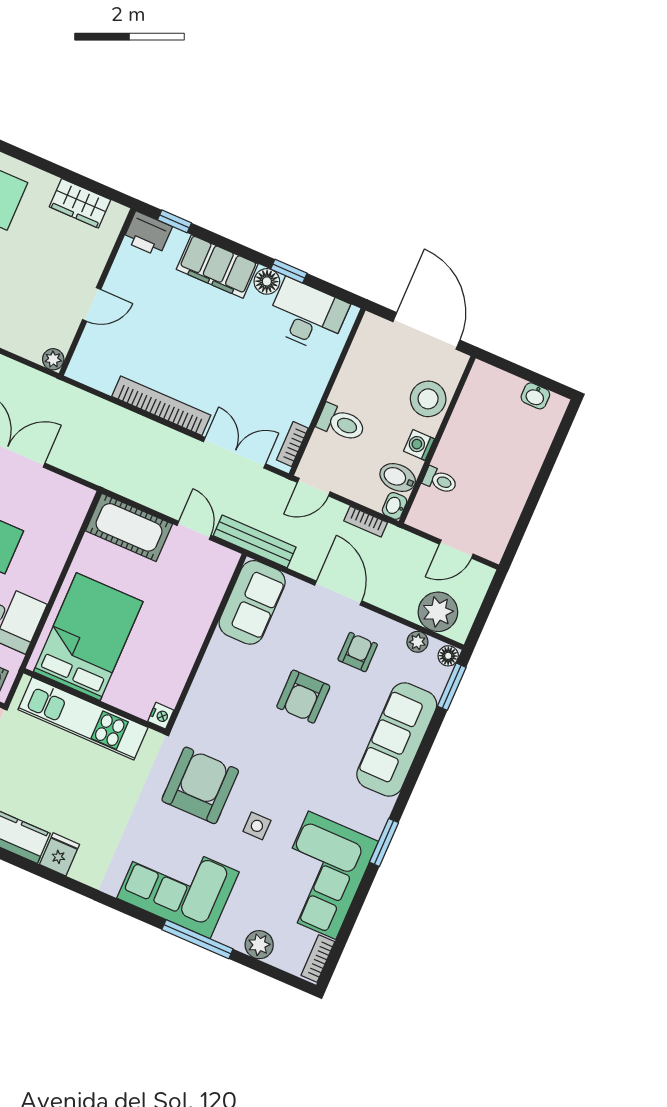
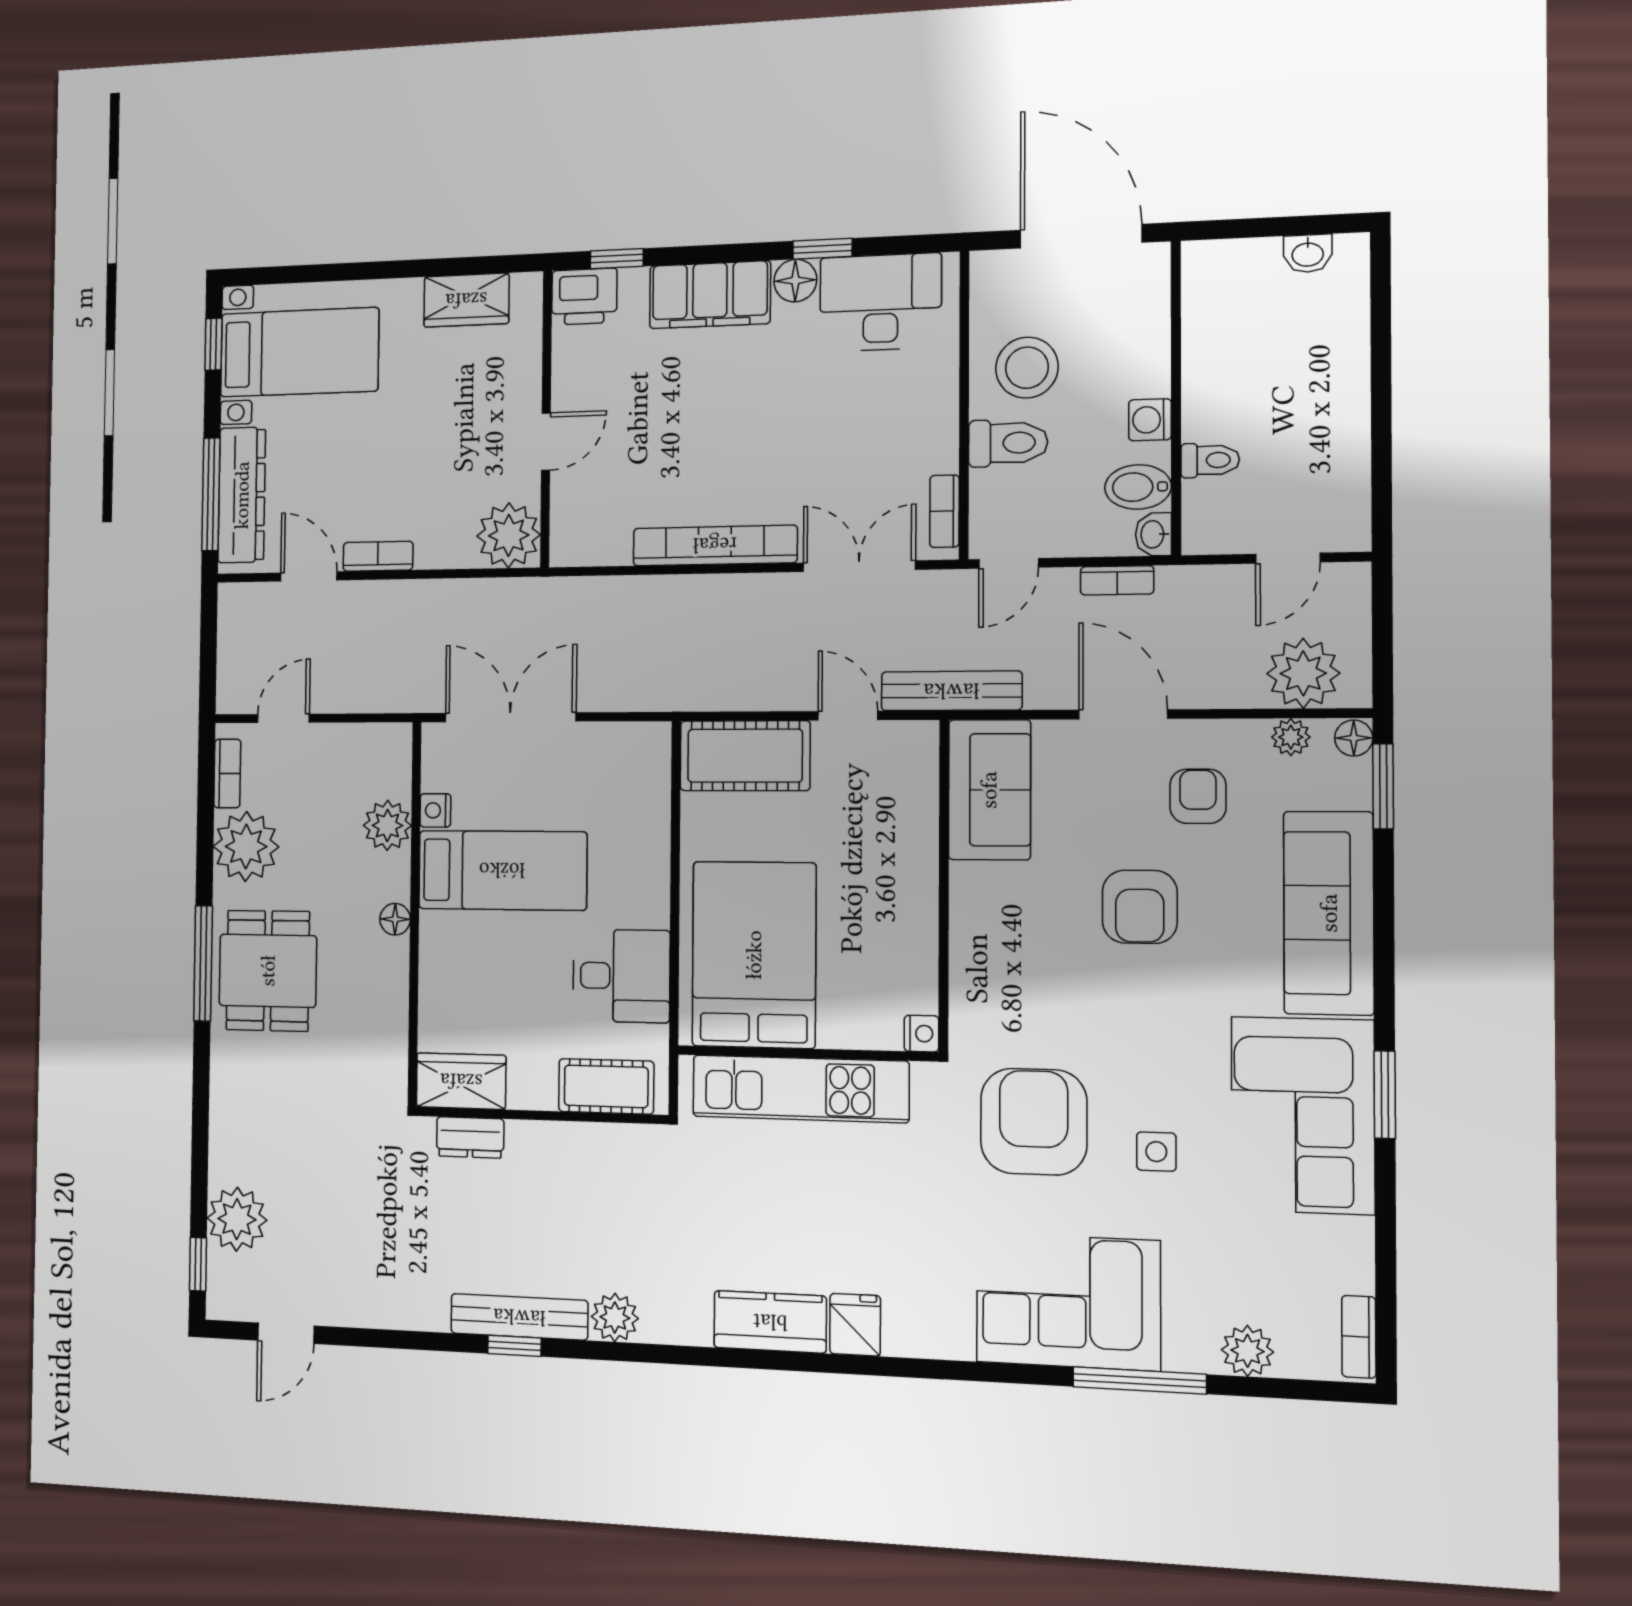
plant: (53, 359) -> (509, 535), width x1.88, depth x1.88
stool: (428, 399) -> (1027, 368), moved
corner sofa: (322, 875) -> (1303, 1115), moved

